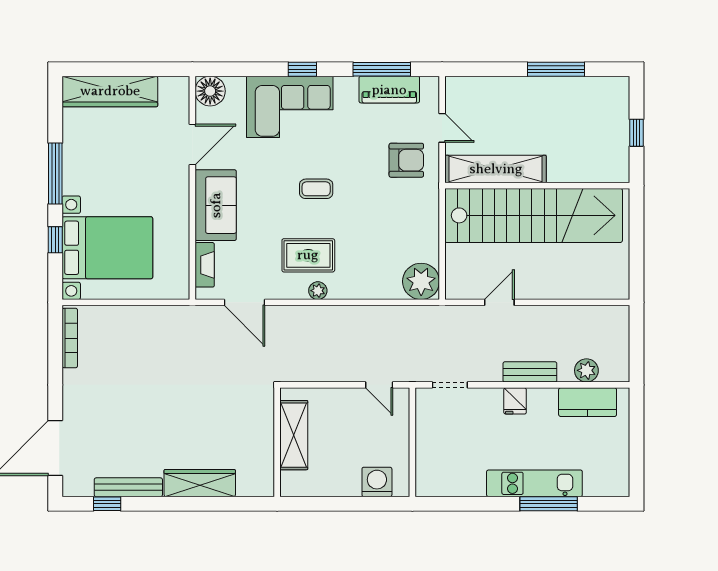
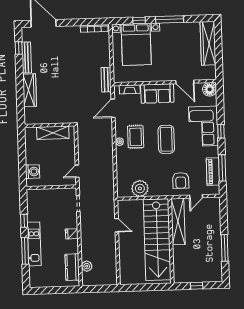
coffee table: (316, 189) -> (166, 139), width x1.86, depth x1.72
plant: (421, 281) -> (140, 188), moved
bench: (530, 372) -> (106, 80), moved
window: (483, 504) -> (24, 221), added

